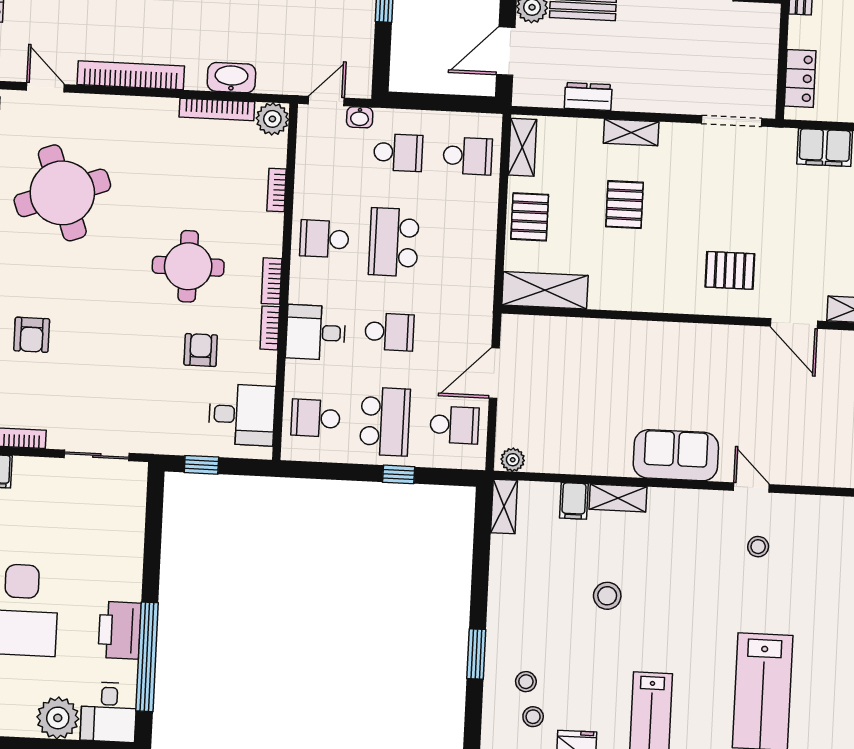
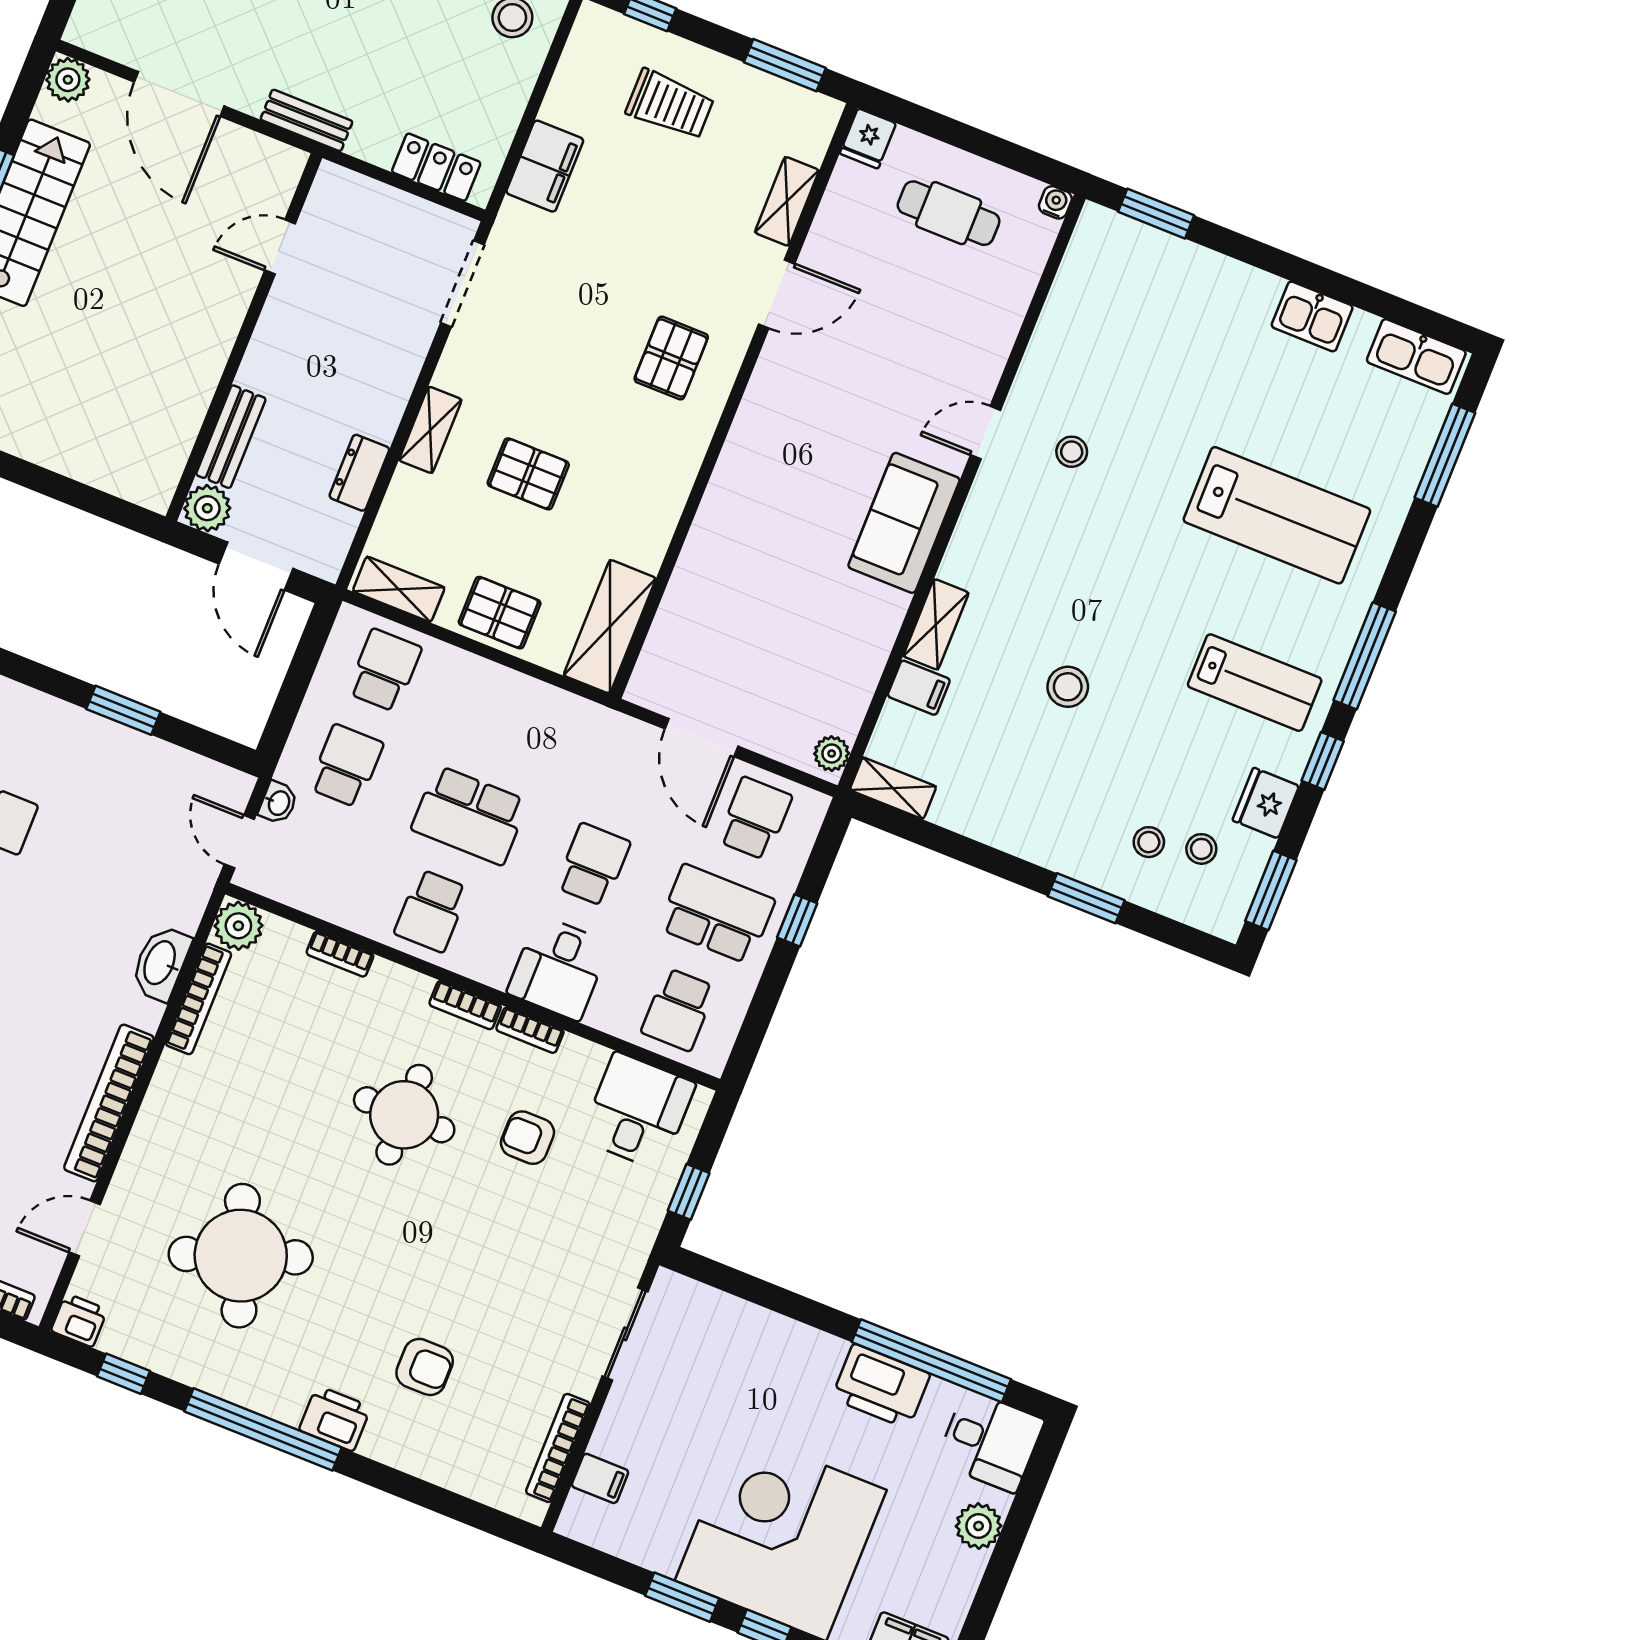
plant: (58, 718) -> (979, 1526), width x0.73, depth x0.73

